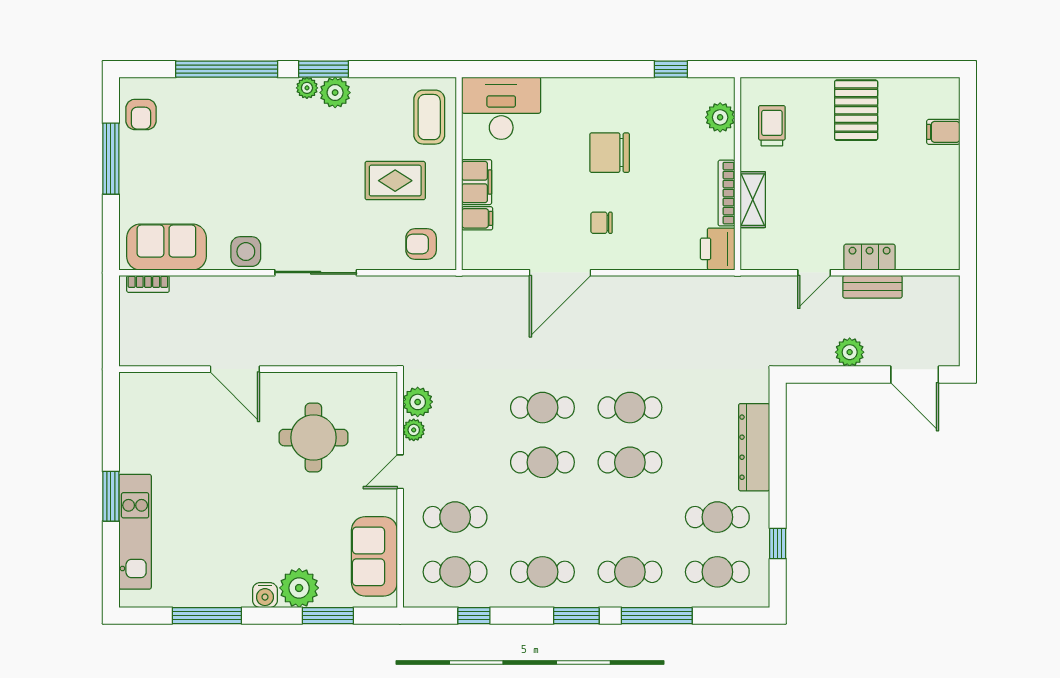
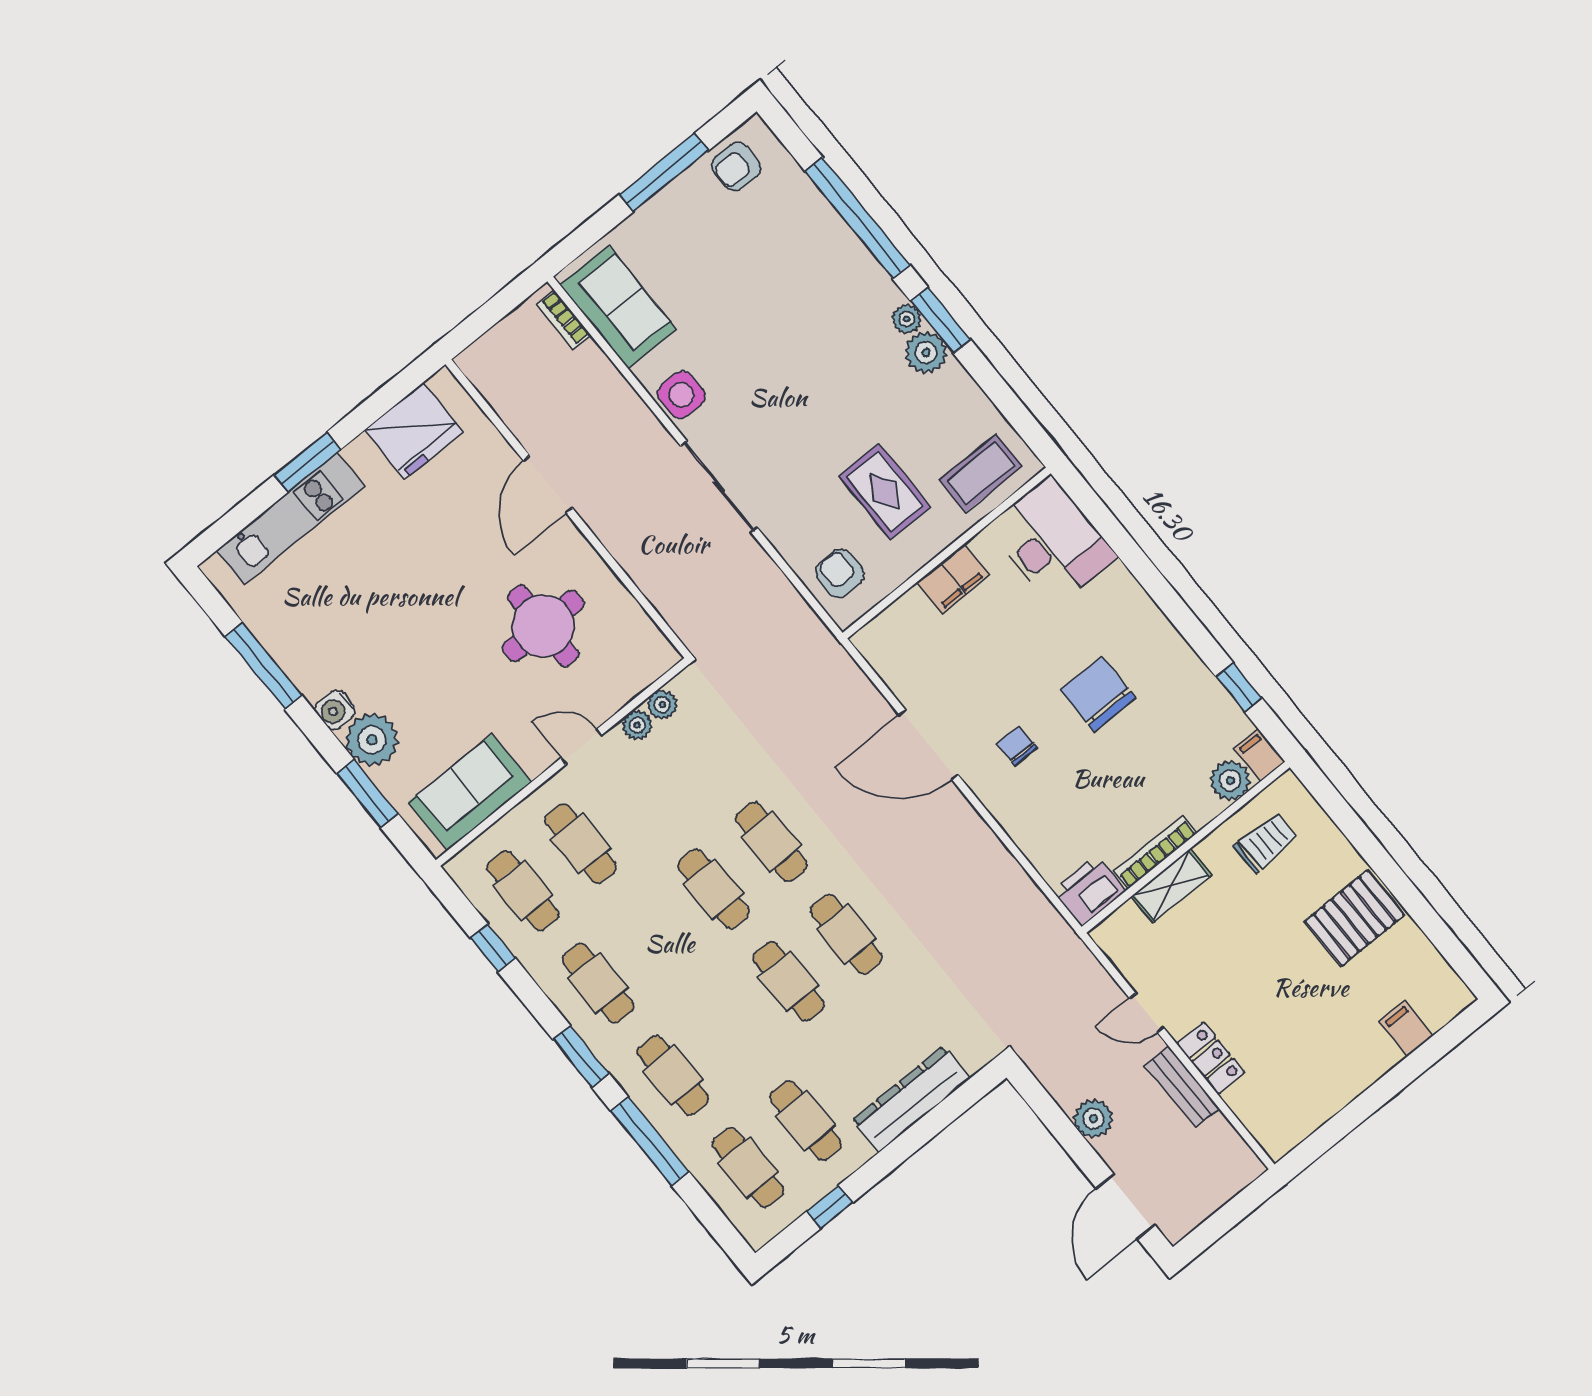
filing cabinet: (477, 218) -> (1260, 755), moved, turned 180
plant: (418, 402) -> (662, 705), width x0.73, depth x0.73
fridge: (142, 421) -> (414, 431), added

